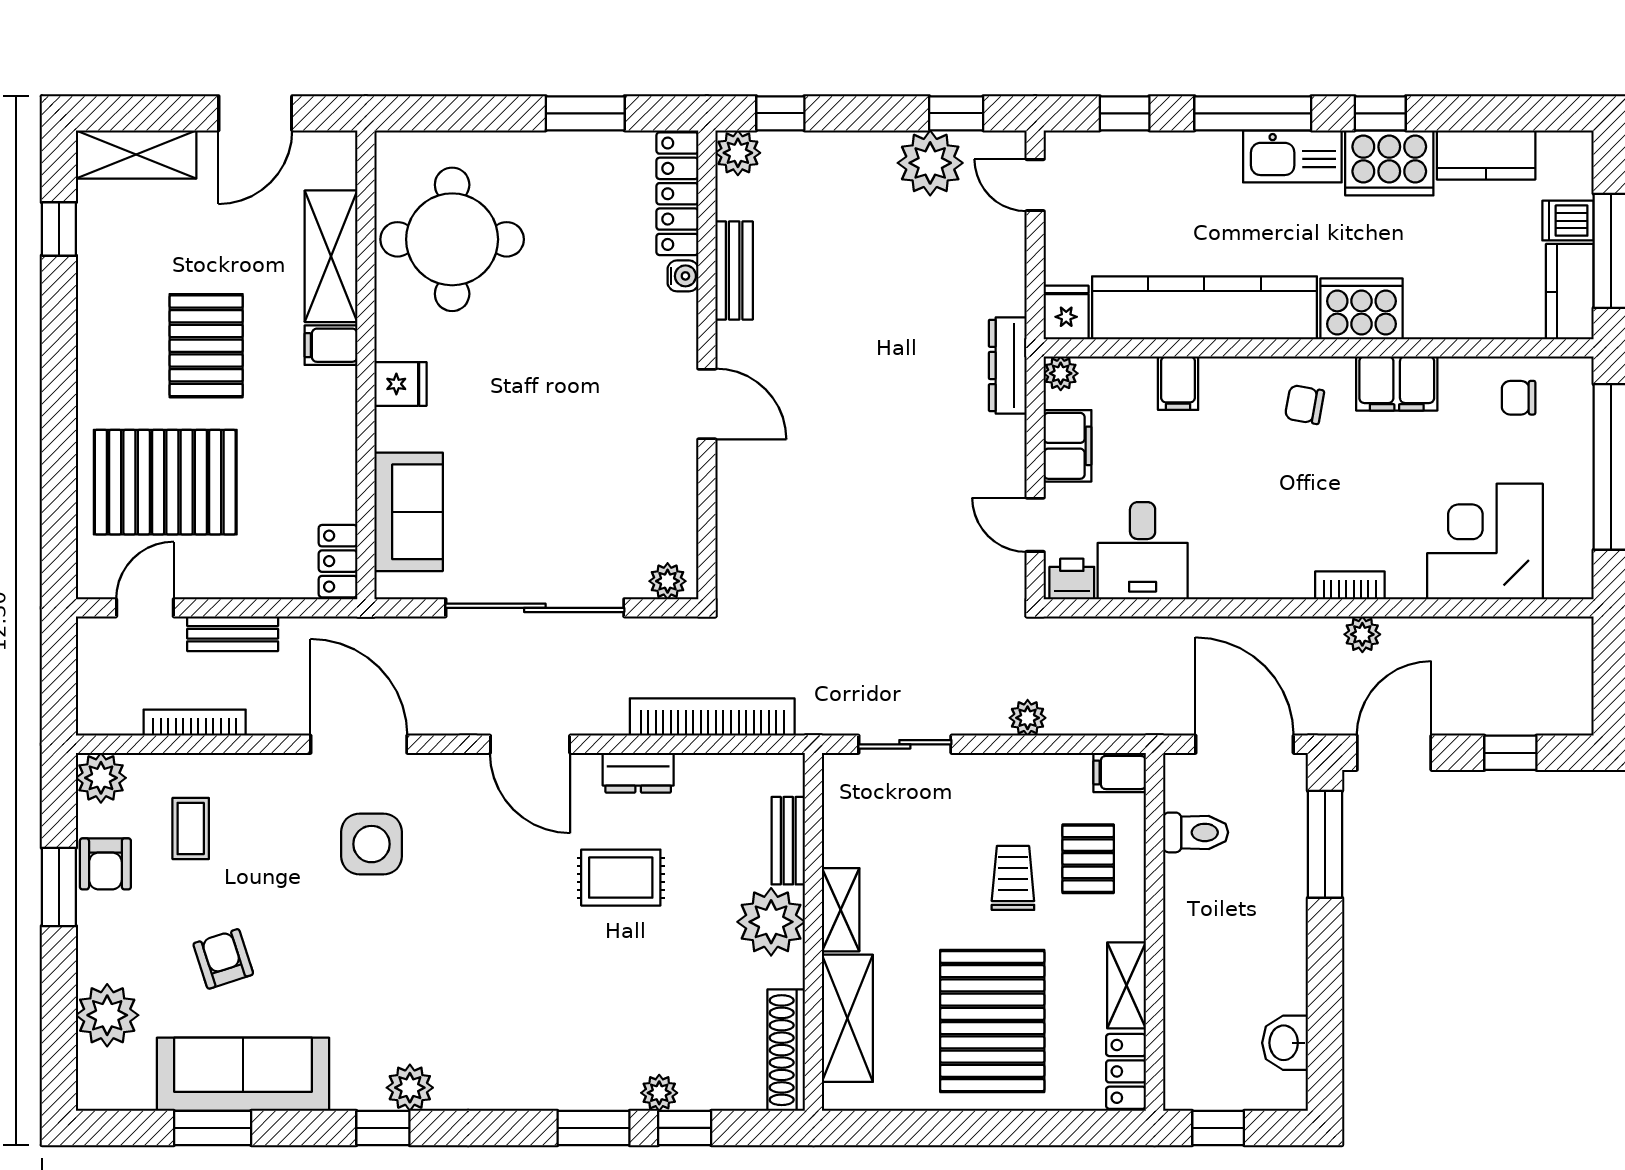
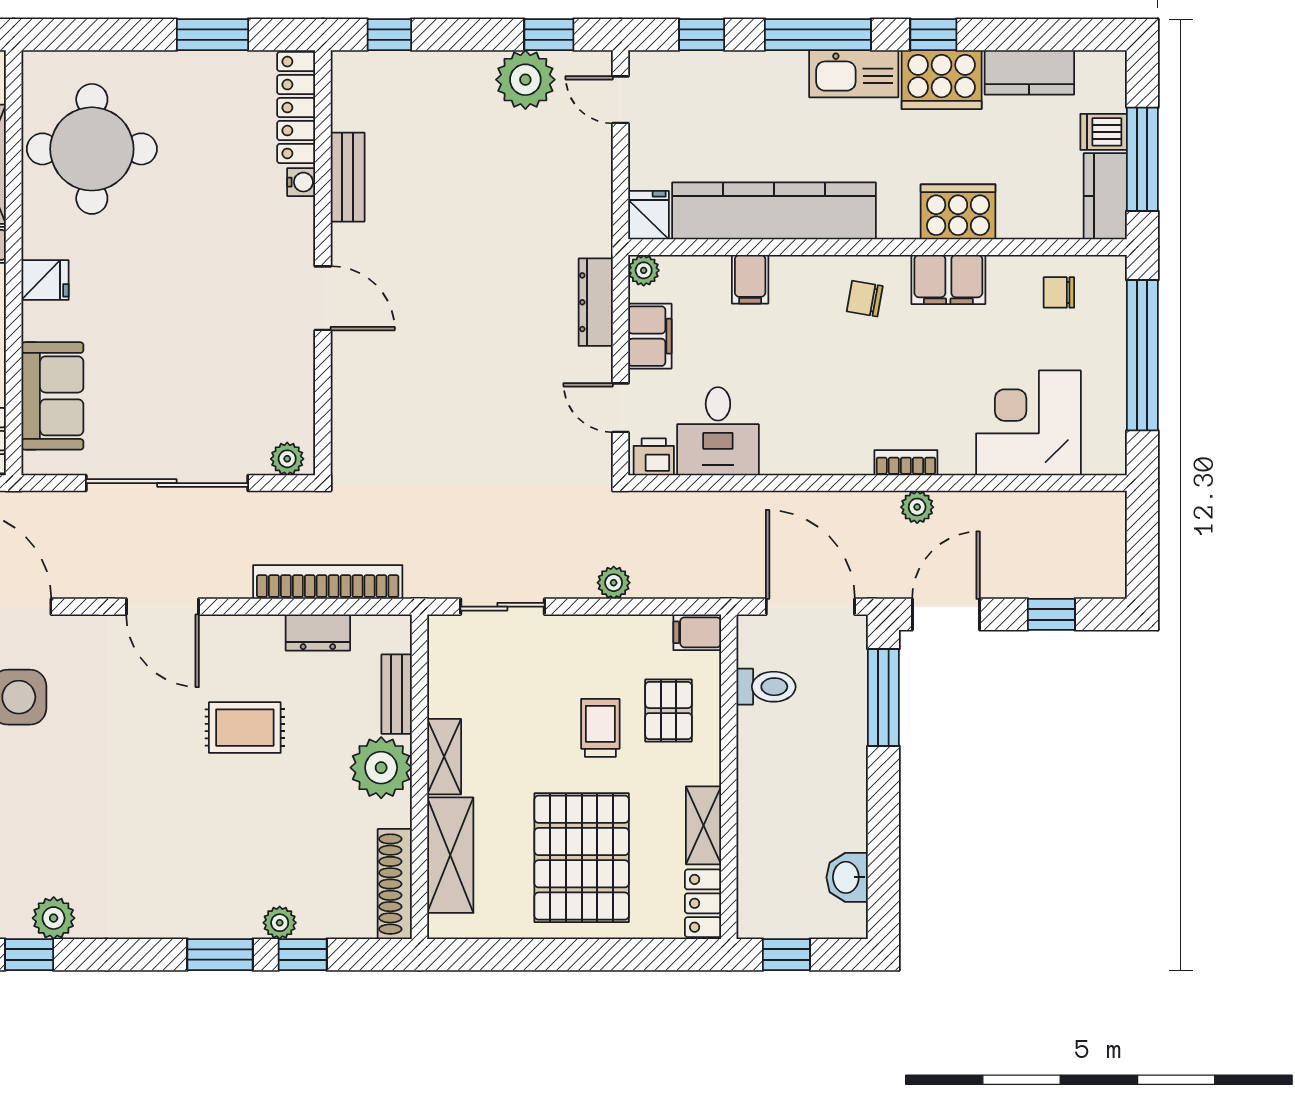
plant: (738, 153) -> (351, 70), removed
cooker: (1361, 309) -> (958, 212), moved
dresser: (1008, 365) -> (596, 302), moved
dresser: (638, 773) -> (318, 633), moved

